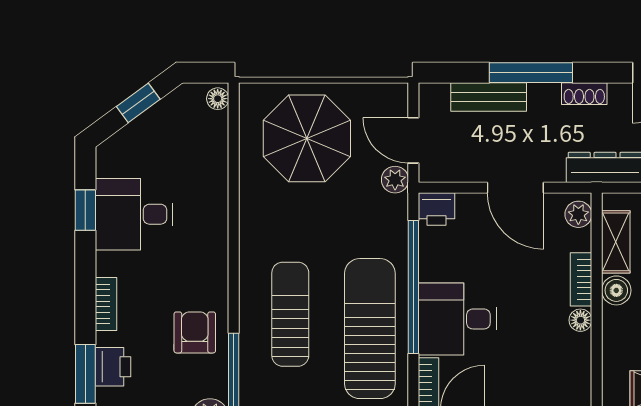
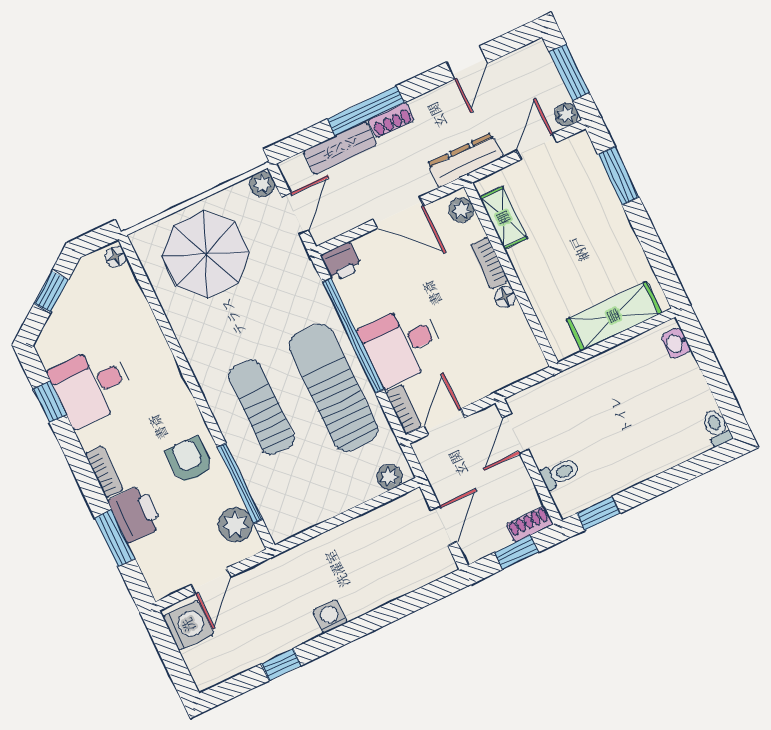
shoe rack: (584, 94) -> (391, 120), moved
door: (413, 140) -> (295, 214), swing flipped
plant: (395, 180) -> (262, 184), moved
boiler: (616, 290) -> (523, 258), removed
printer: (113, 367) -> (136, 514), width x1.36, depth x1.24

